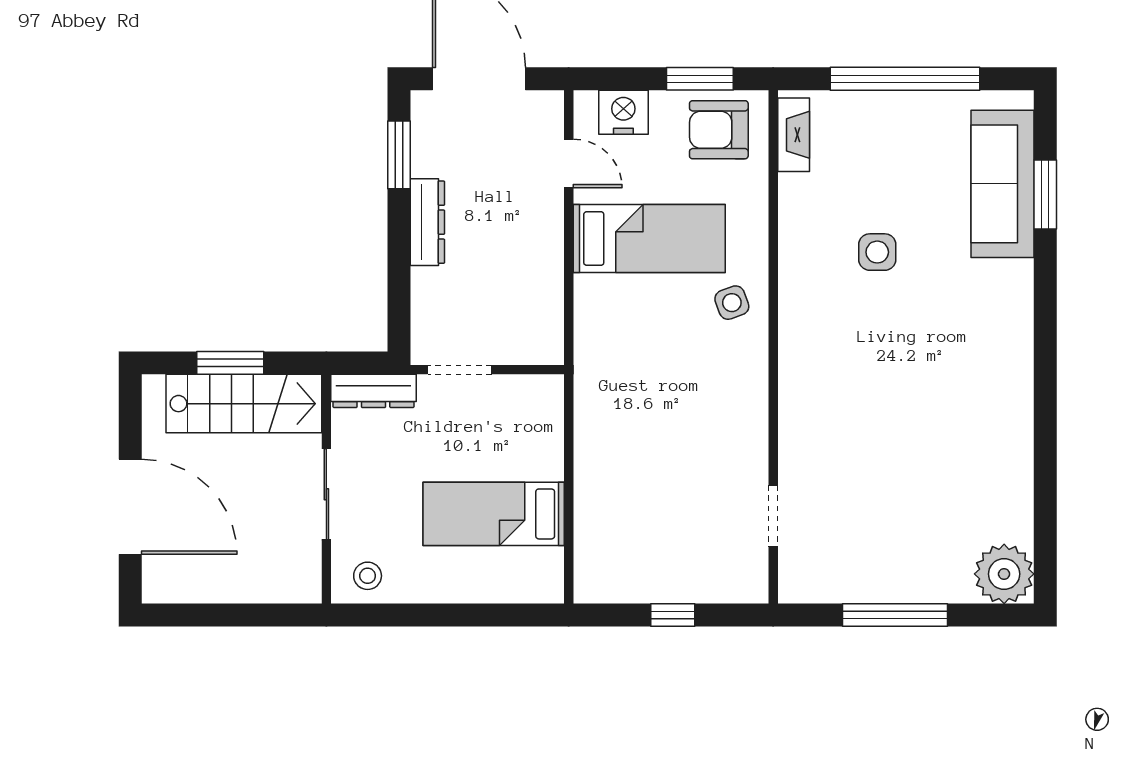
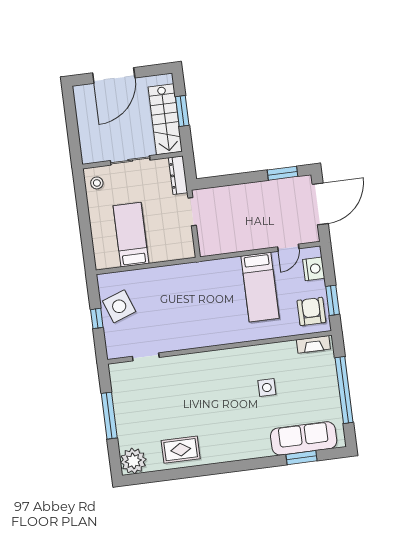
dresser: (427, 222) -> (255, 189), removed
side table: (732, 303) -> (119, 306), moved, width x1.87, depth x1.87
rug: (992, 464) -> (181, 450), added

